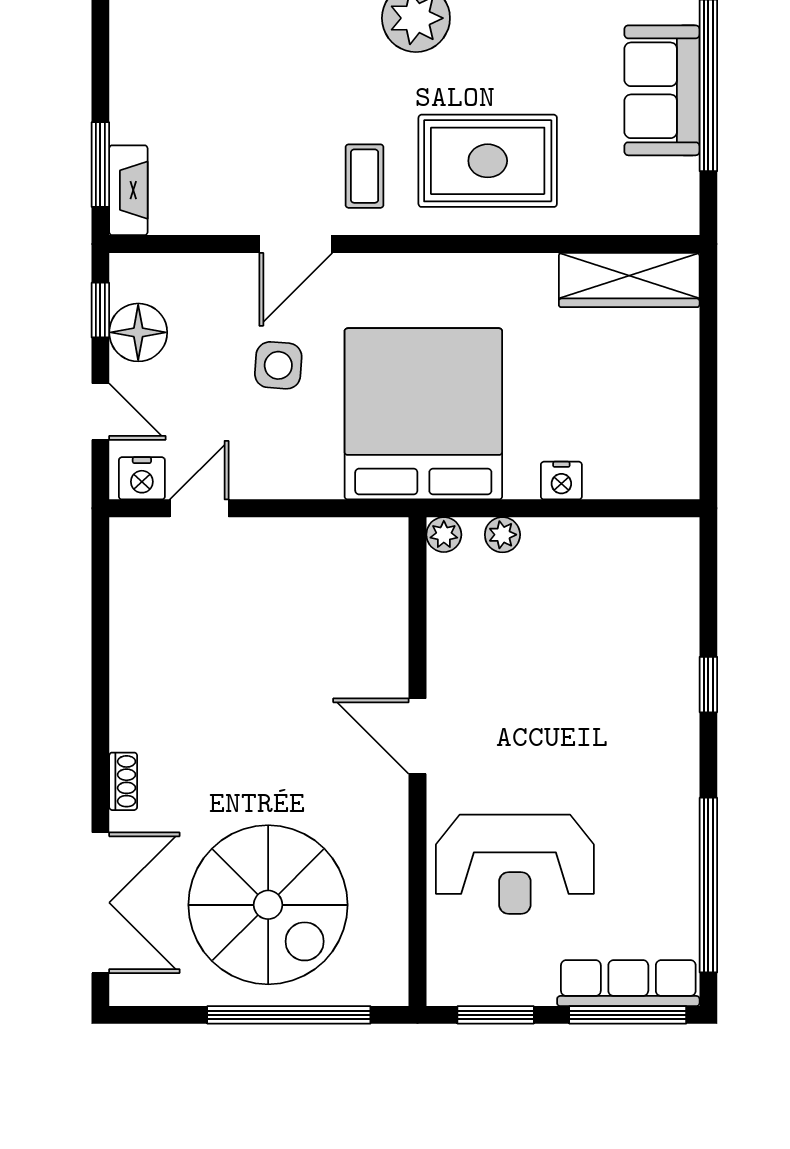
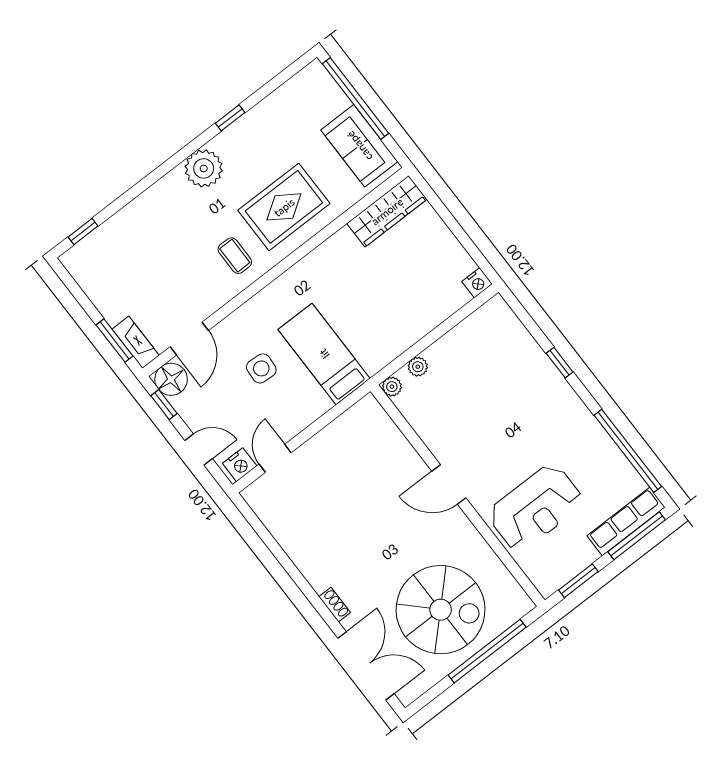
sofa: (662, 90) -> (359, 146), moved
door: (296, 244) -> (189, 339), moved
floor lamp: (138, 332) -> (171, 379), moved
bed: (423, 414) -> (324, 354), width x0.49
nightstand: (561, 481) -> (477, 283), moved

